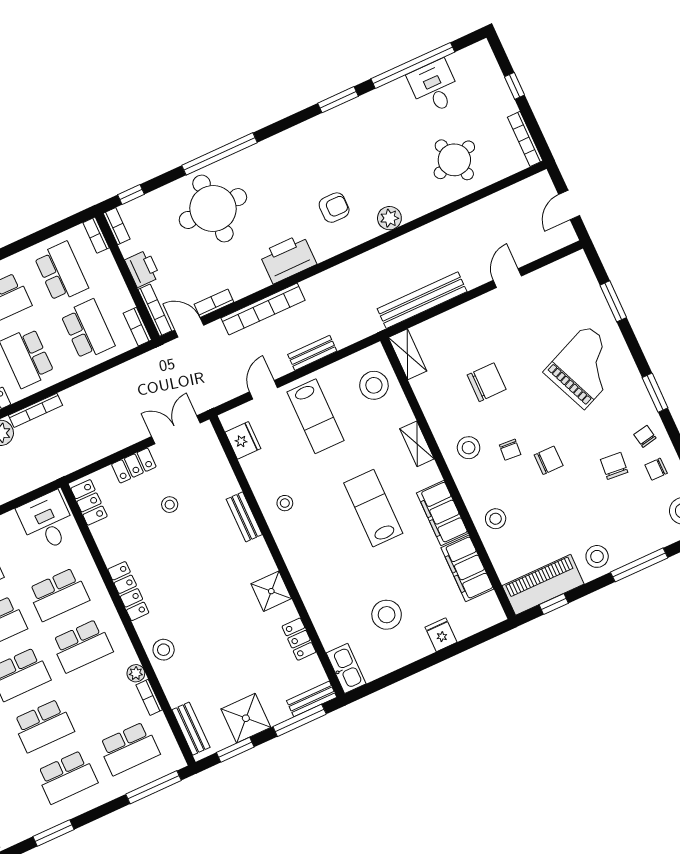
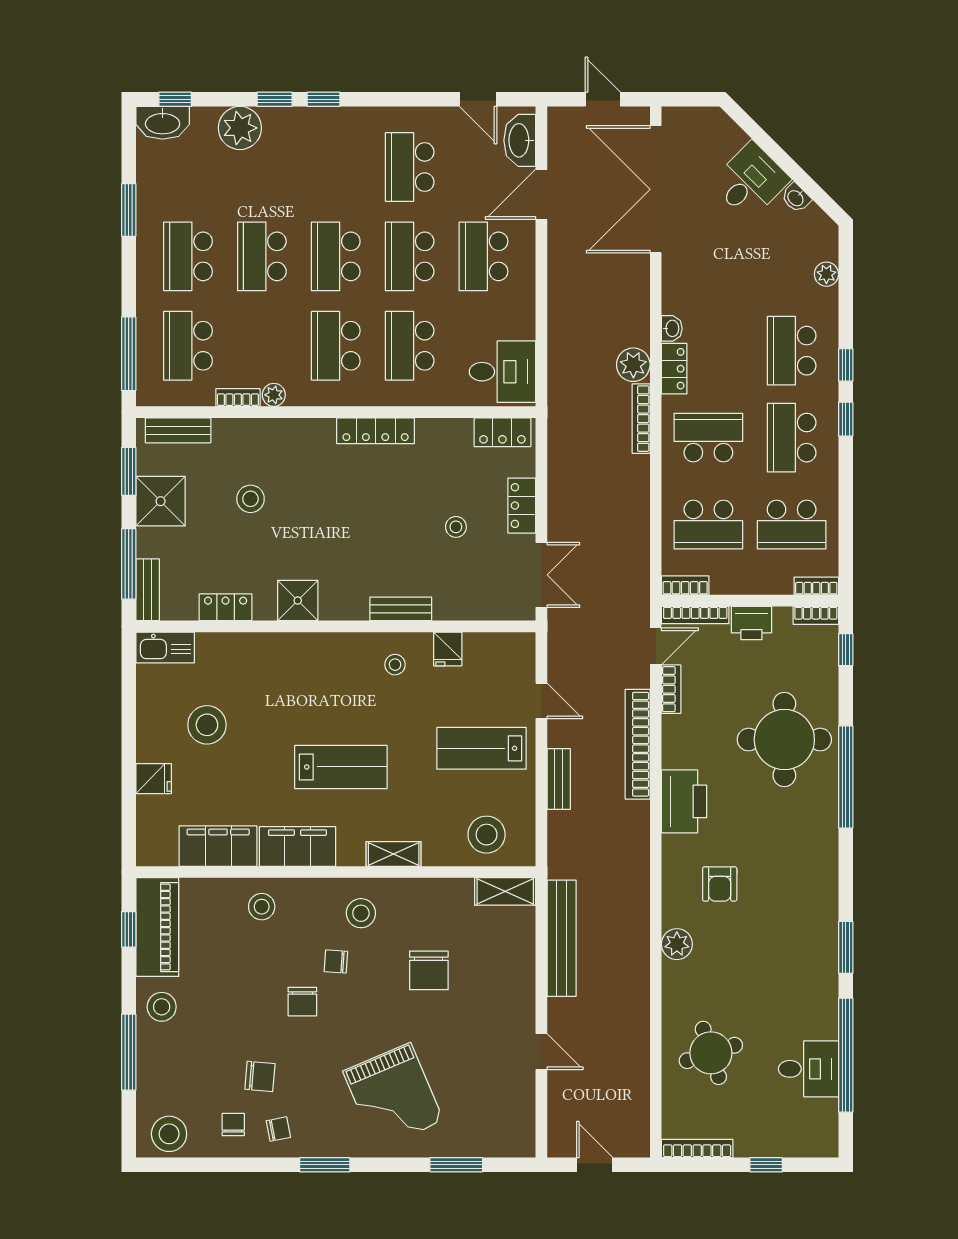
fridge: (243, 440) -> (448, 649), moved, width x0.72
stool: (164, 650) -> (250, 499), moved

